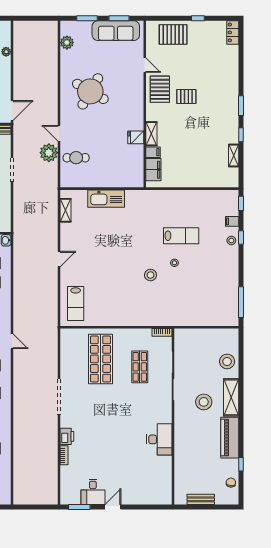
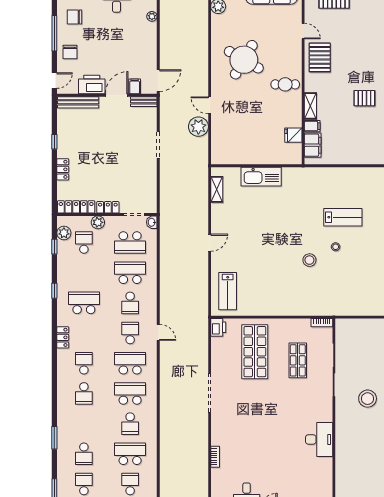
pallet: (186, 97) -> (364, 98), moved
fridge: (136, 137) -> (293, 135), moved
cafe table: (76, 158) -> (285, 84), moved
printer: (67, 436) -> (218, 327), moved

